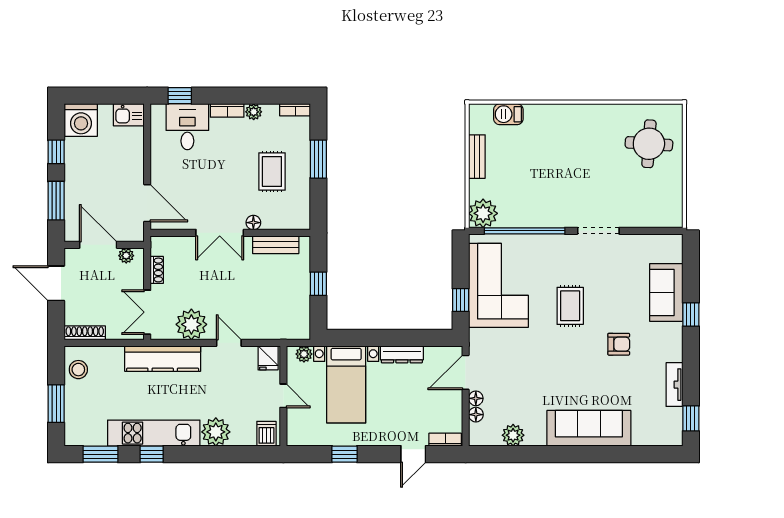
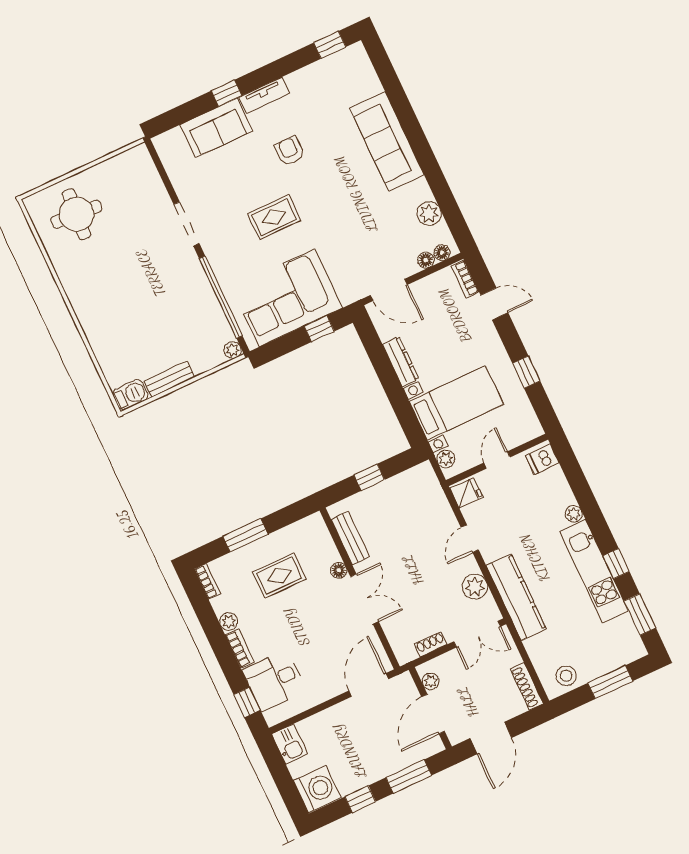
barbecue: (508, 114) -> (130, 395), moved, turned -90
plant: (483, 213) -> (233, 350), width x0.53, depth x0.53
plant: (191, 324) -> (475, 587), width x0.73, depth x0.73
tv unit: (674, 385) -> (264, 95), moved
floor lamp: (476, 398) -> (442, 253), moved
plant: (216, 432) -> (574, 514), width x0.53, depth x0.53

